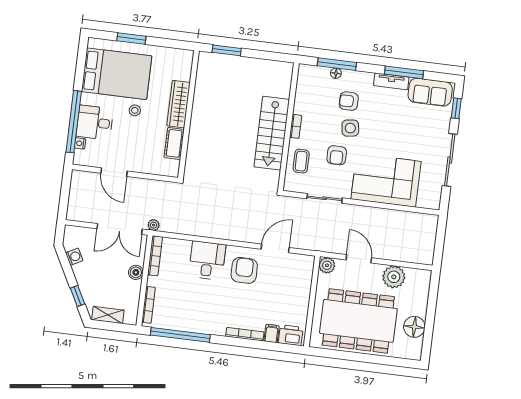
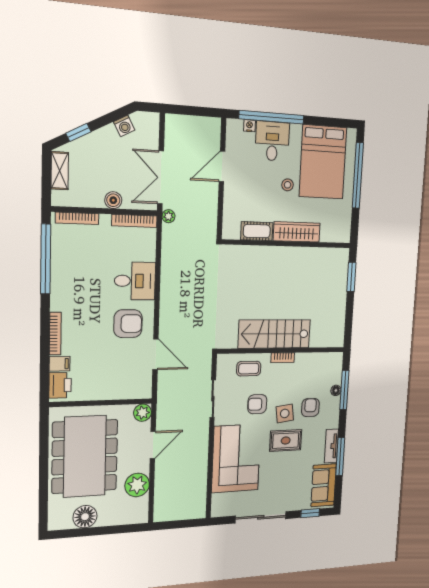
window: (131, 38) -> (358, 175), width x2.11
rug: (377, 129) -> (286, 441), added

